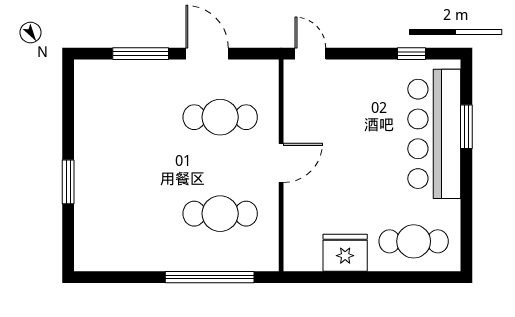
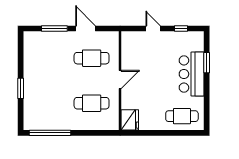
door: (310, 54) -> (153, 29), moved
bar counter: (434, 134) -> (192, 74), width x0.73
fridge: (345, 253) -> (130, 120), moved, turned 90
window: (210, 277) -> (50, 133), moved

